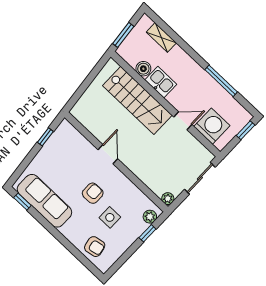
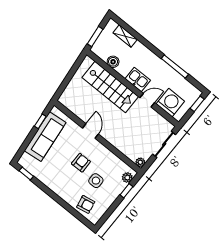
kitchen sink: (161, 82) -> (138, 80), moved
sofa: (44, 201) -> (45, 137), moved, turned 84

